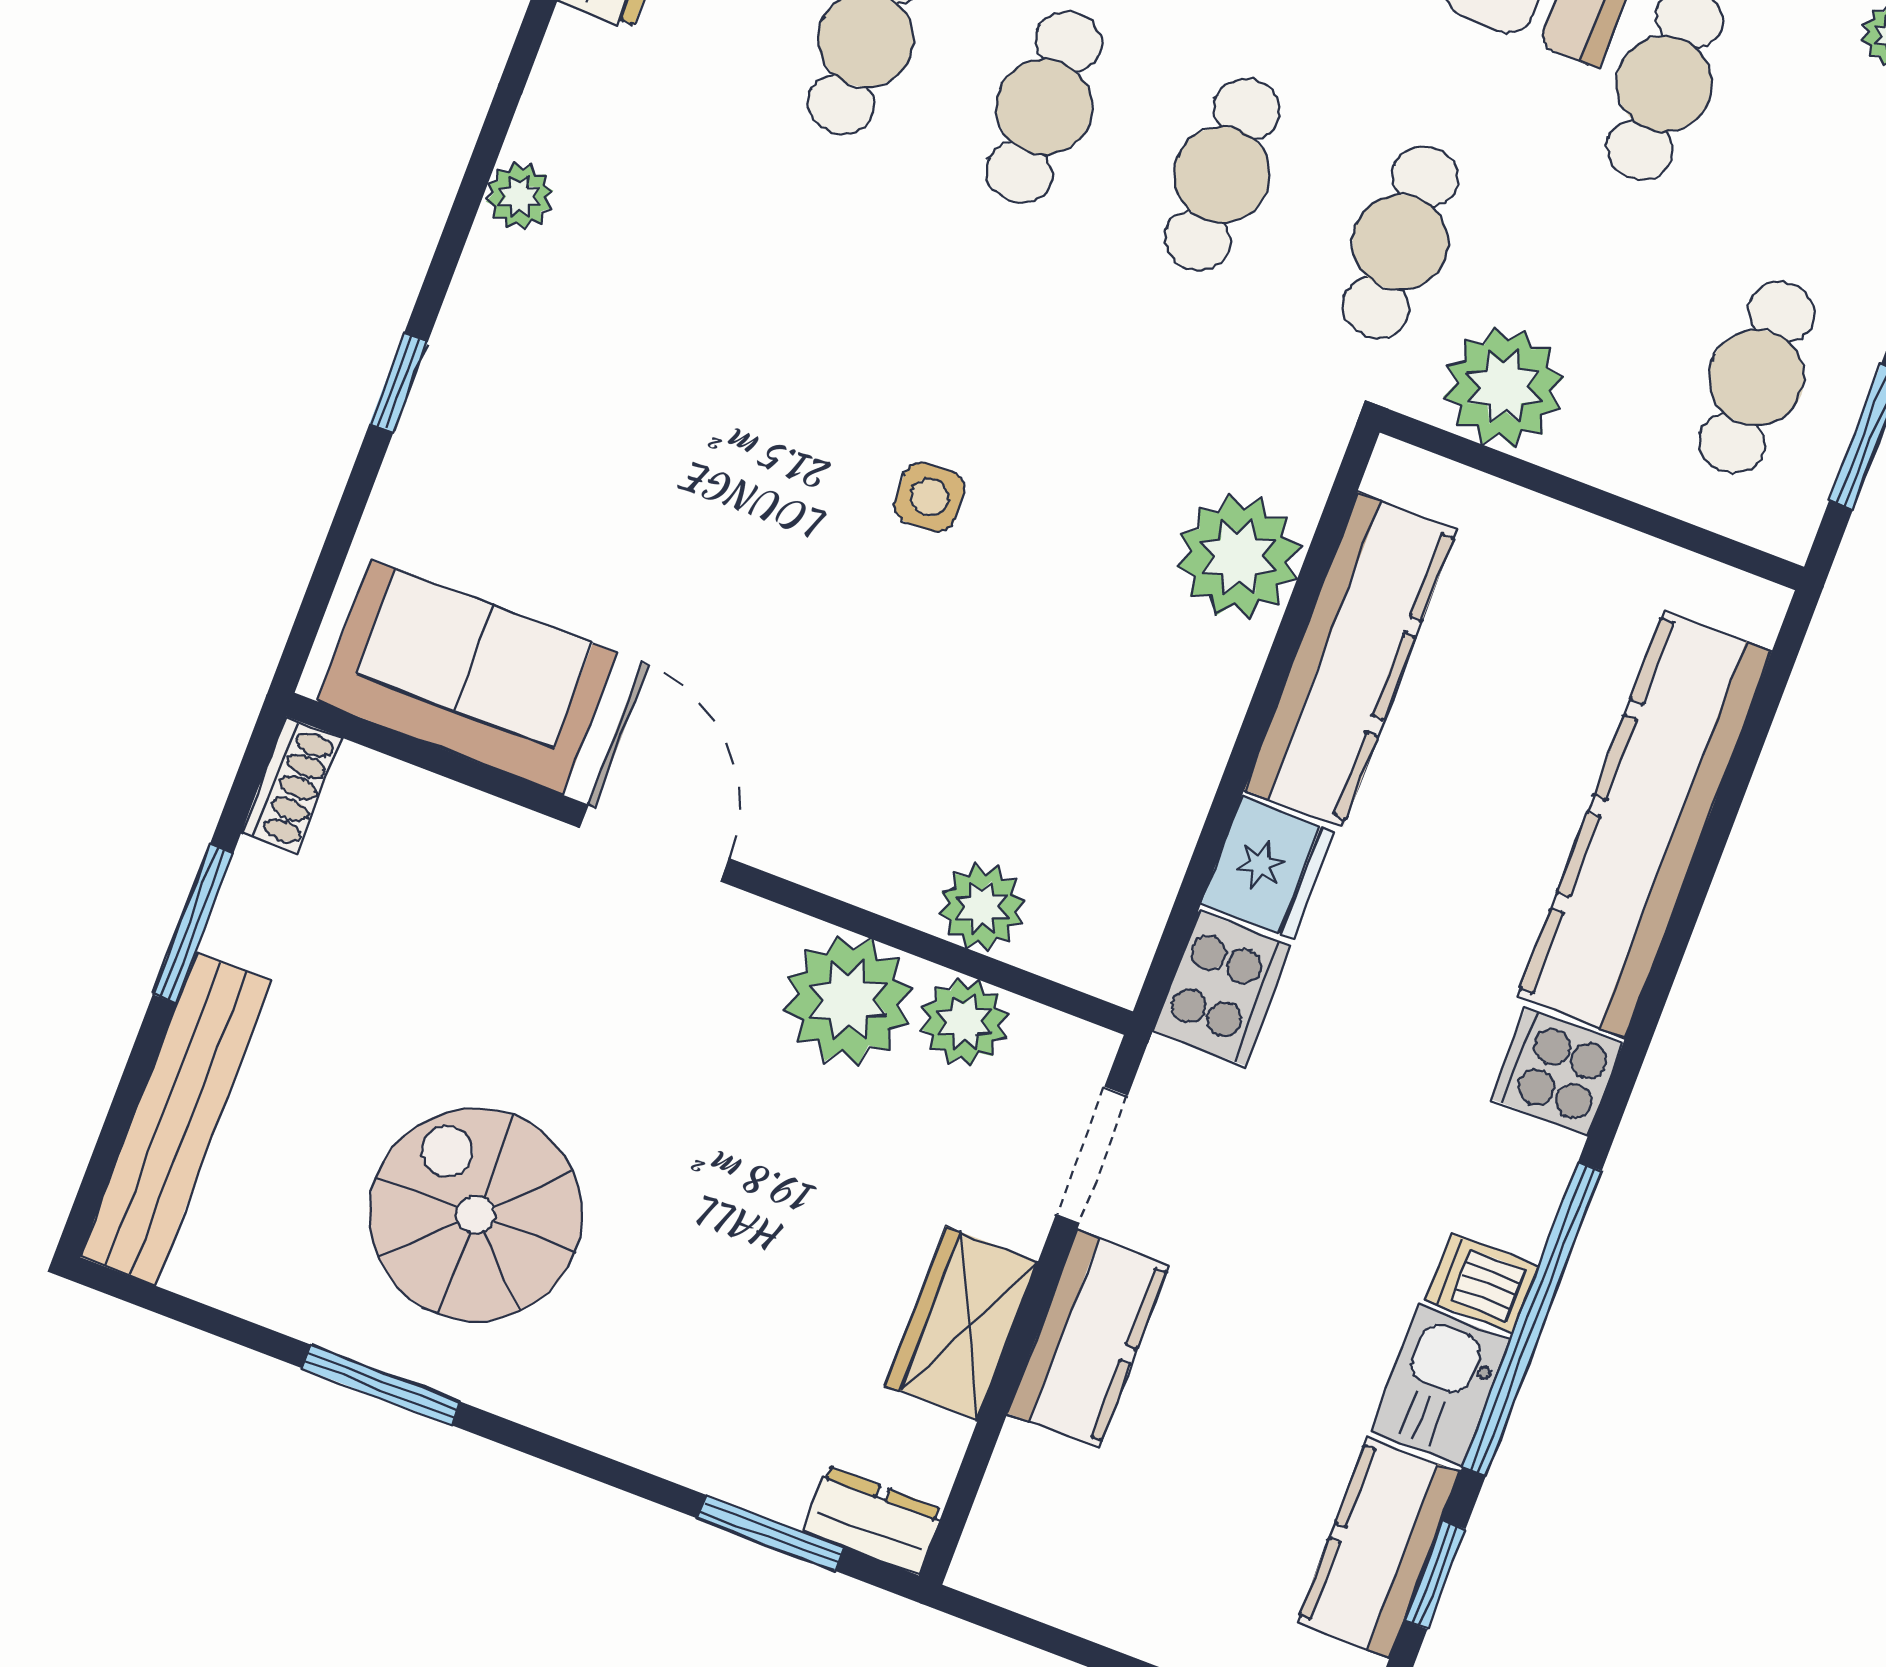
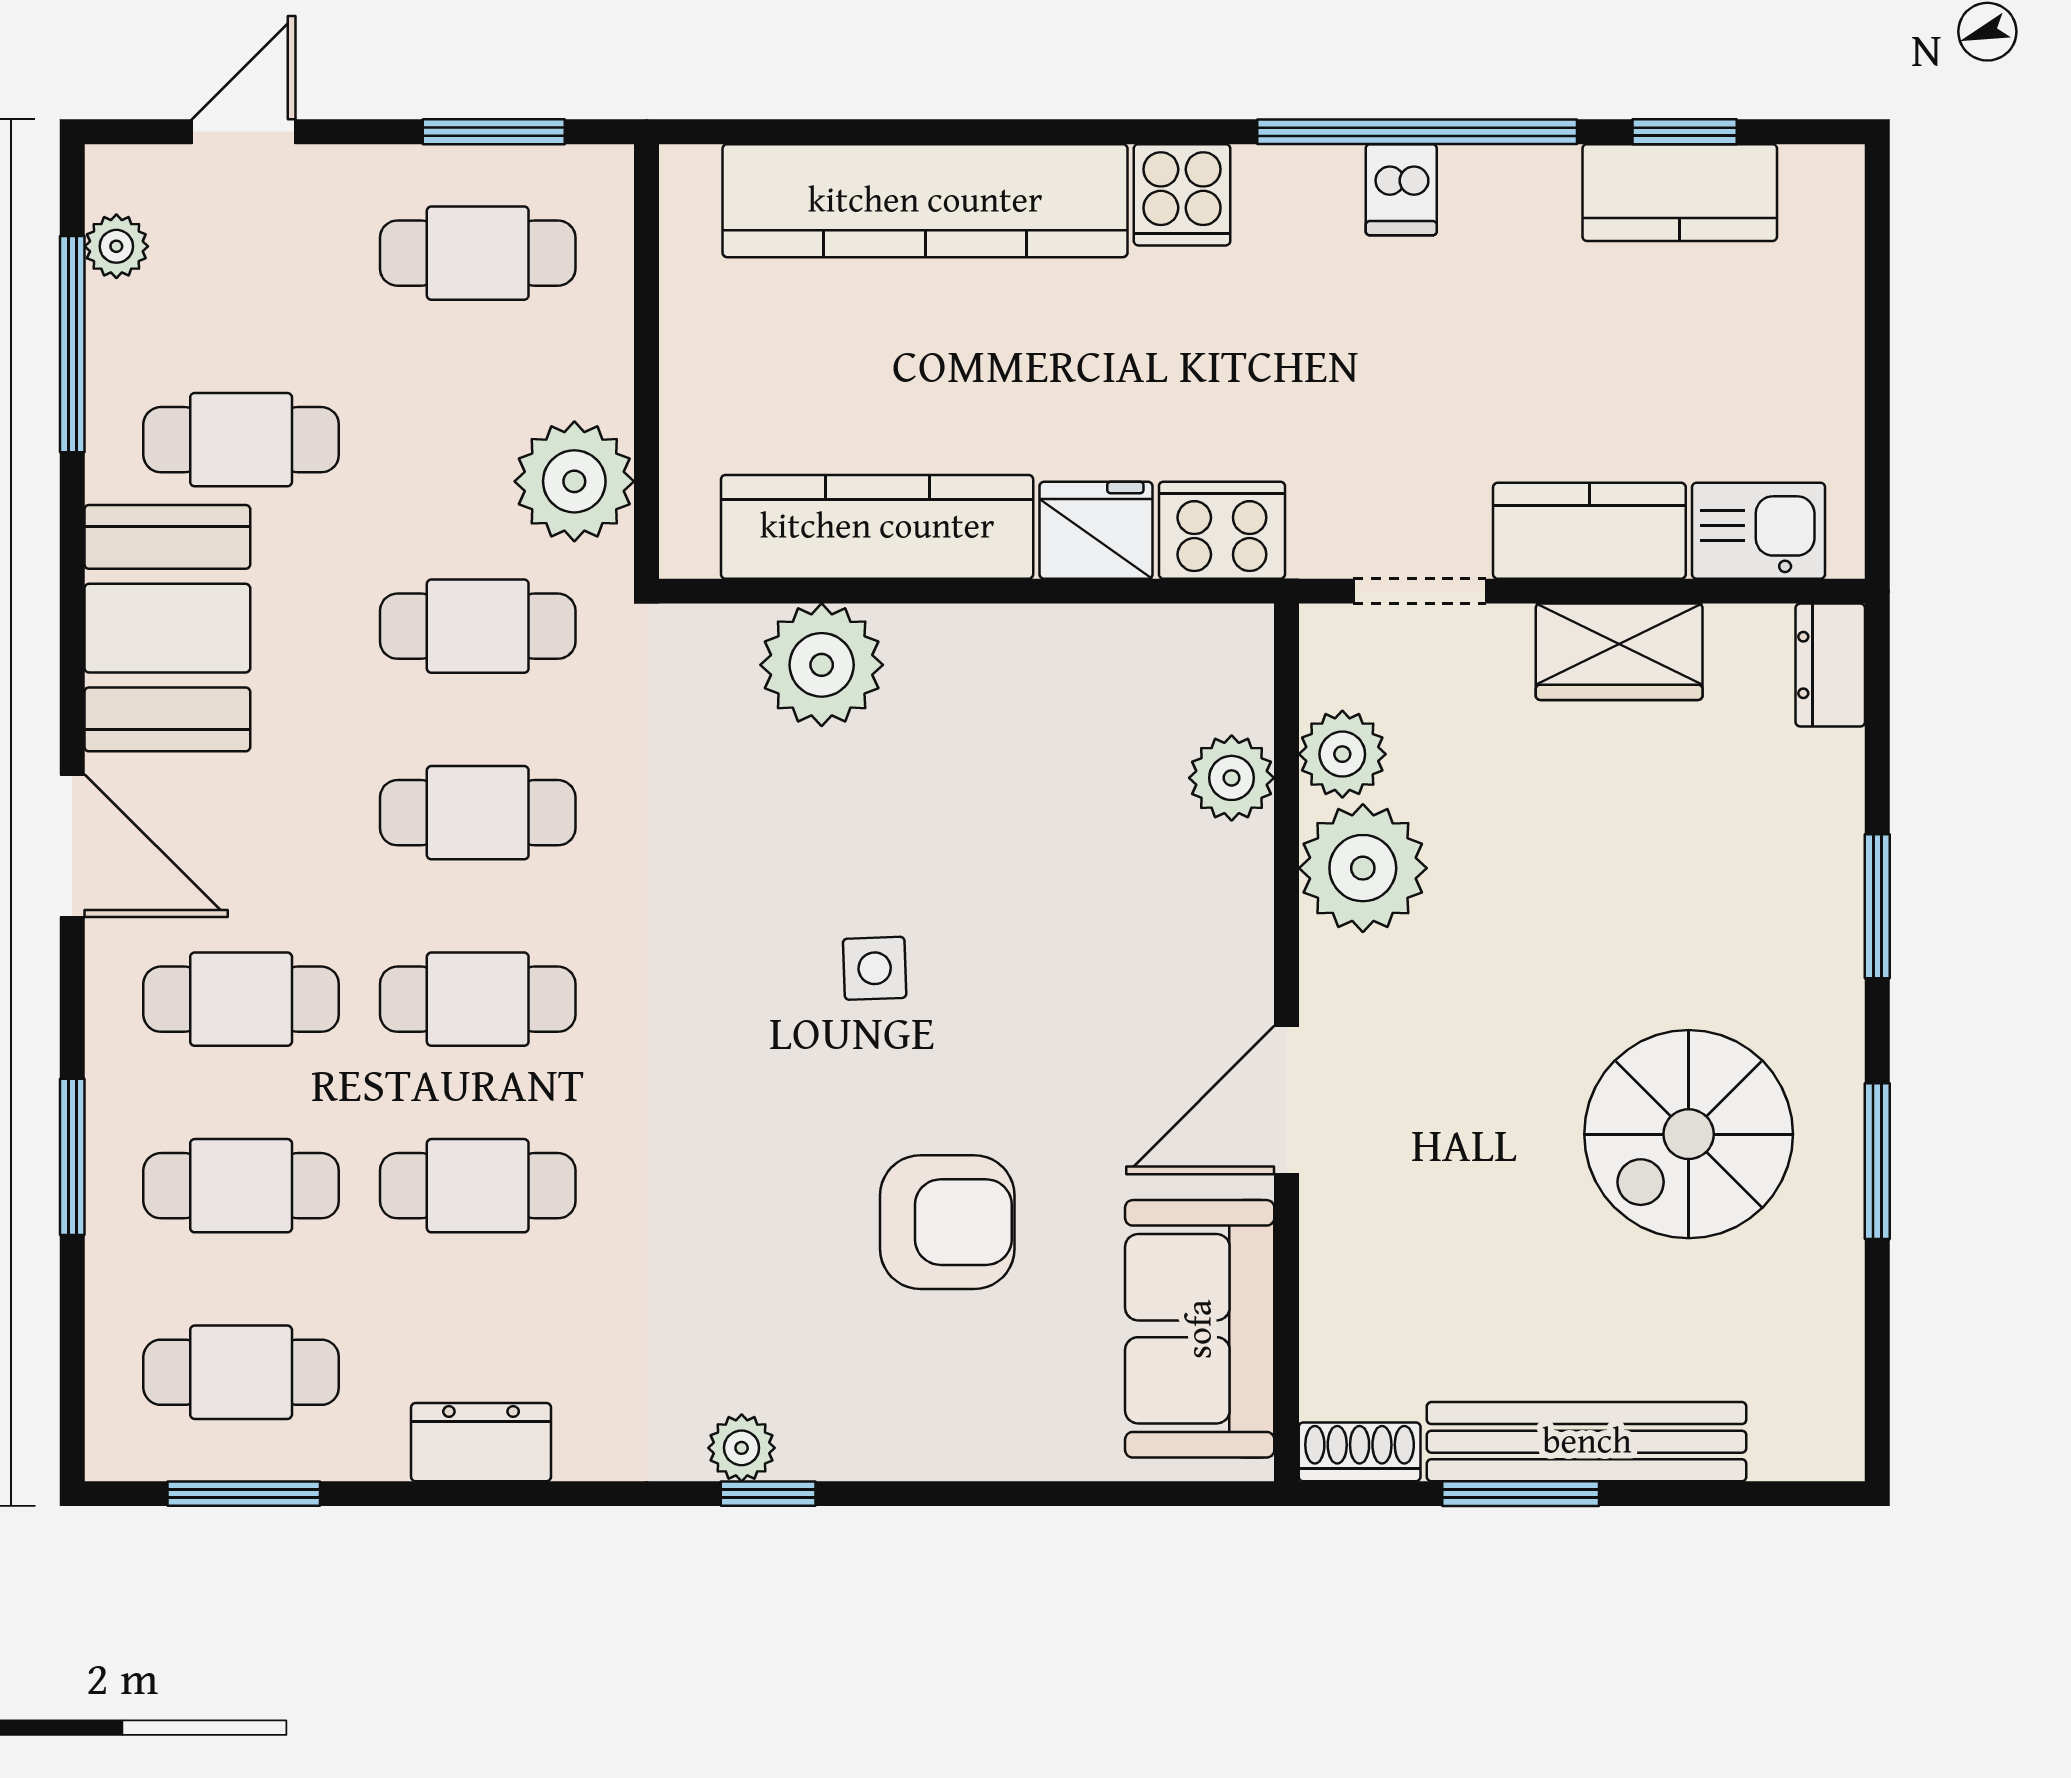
window: (399, 383) -> (768, 1494), moved
armchair: (661, 475) -> (947, 1222), added
bench: (176, 1119) -> (1587, 1442), moved
kitchen sink: (1440, 1386) -> (1759, 531), moved, turned 180
window: (771, 1533) -> (1877, 906), moved

